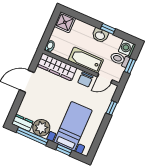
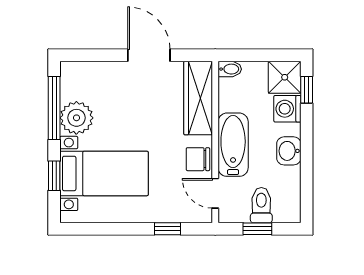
window: (108, 29) -> (307, 90), moved
washing machine: (127, 48) -> (287, 109), moved, turned -90
dresser: (23, 123) -> (71, 80), removed

